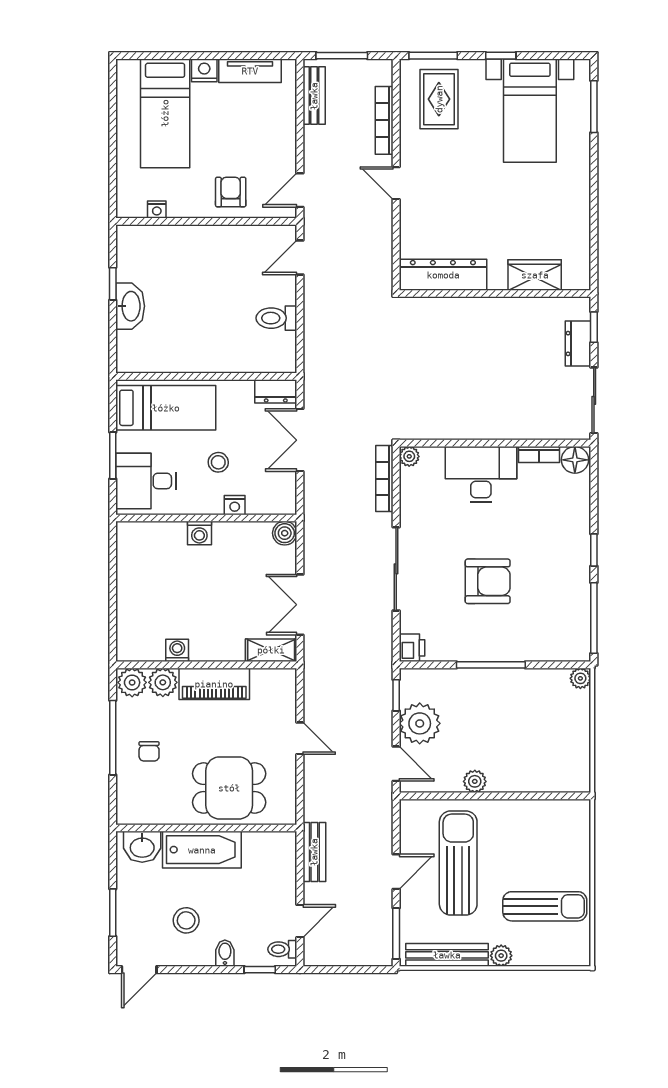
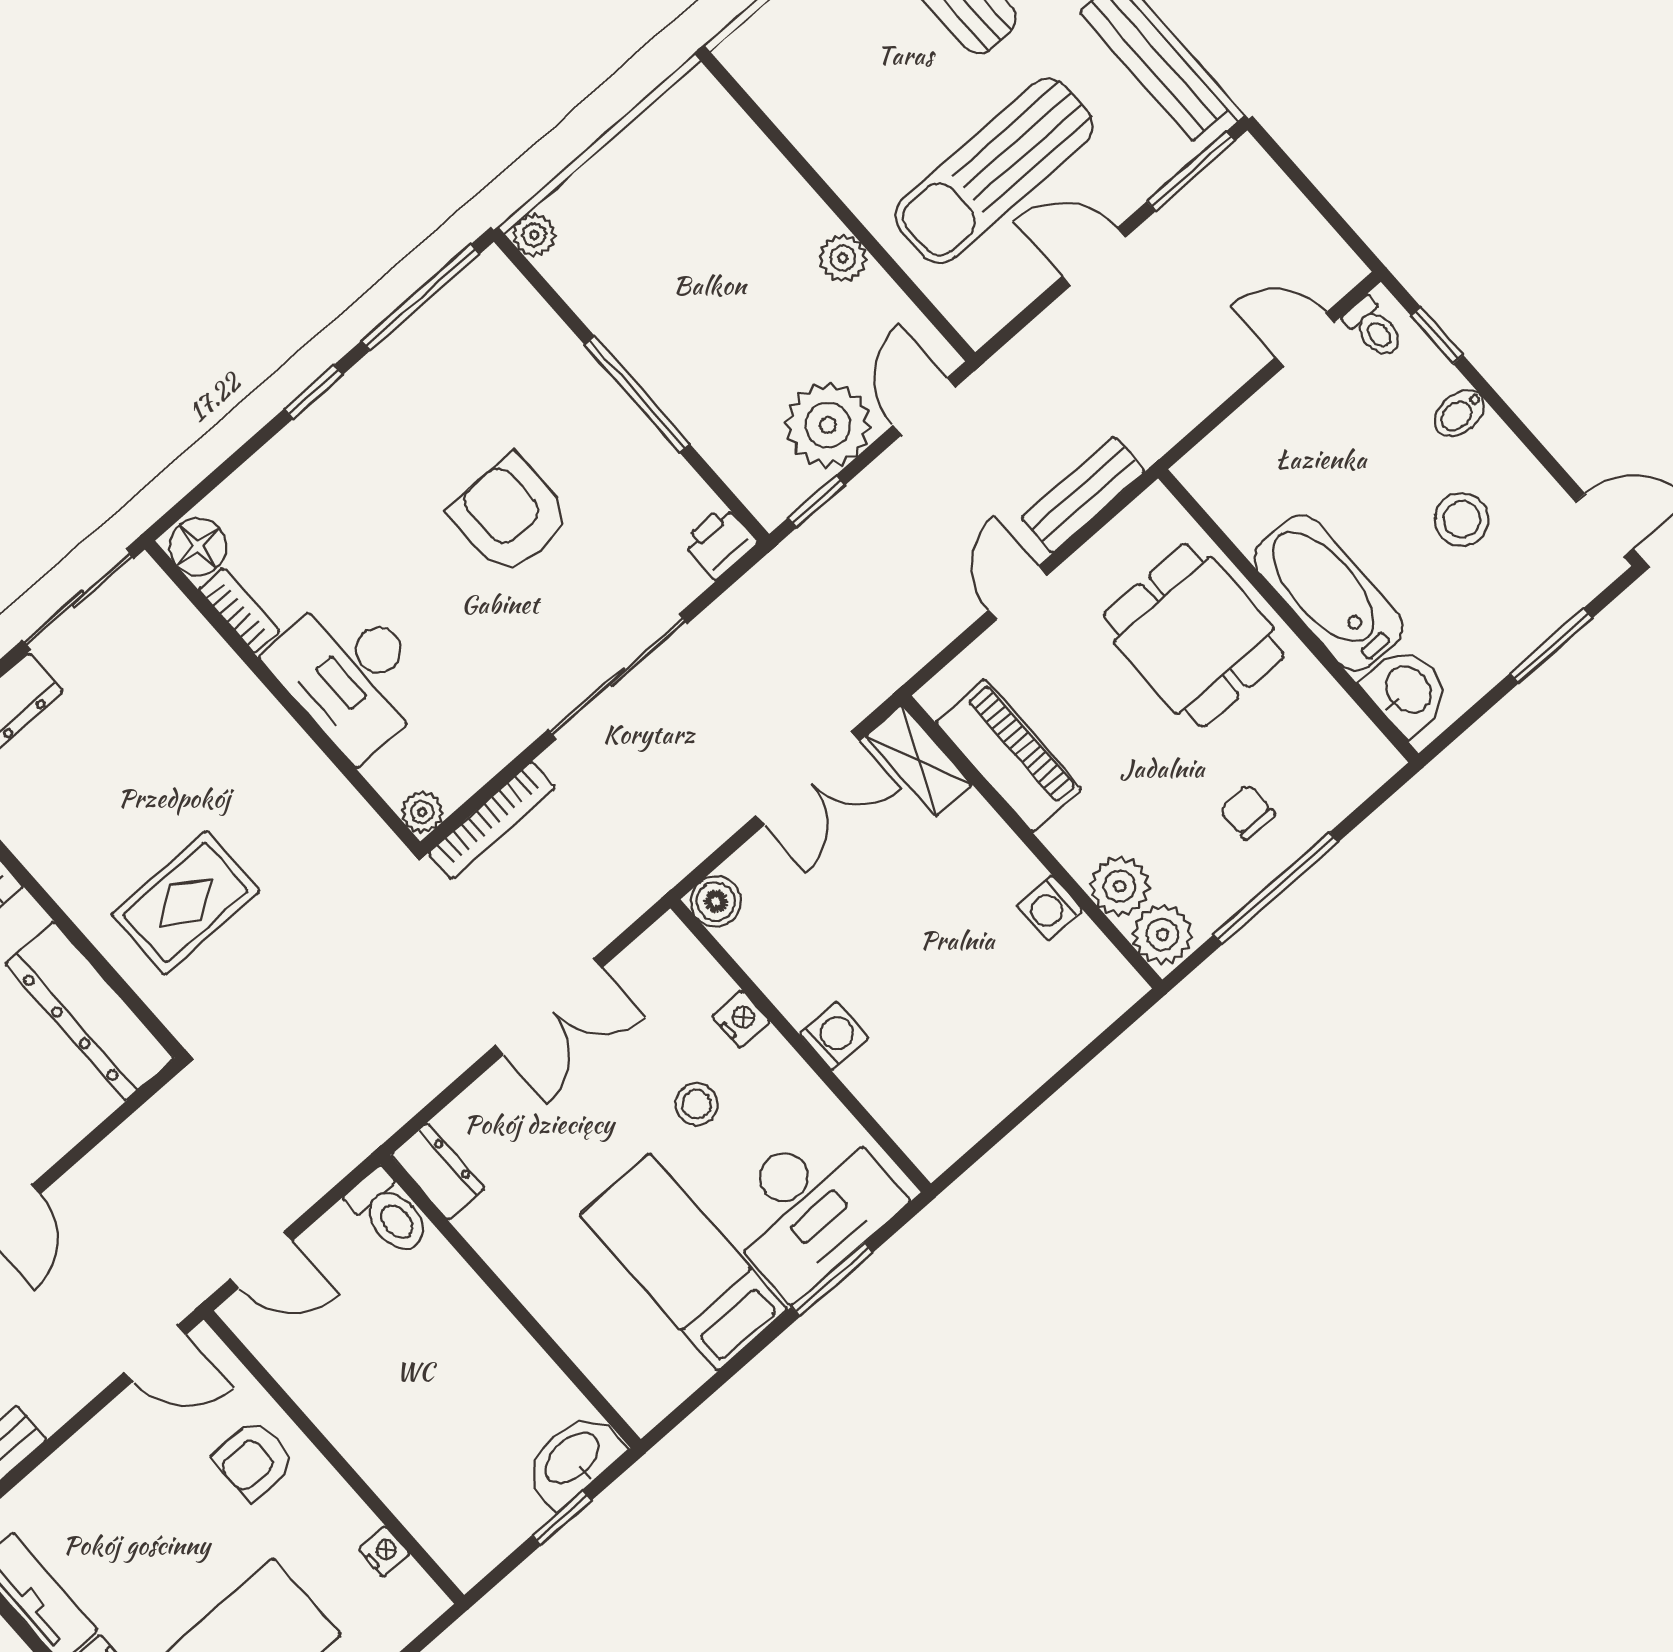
rug: (451, 343) -> (185, 903), added
wall: (206, 376) -> (511, 1302), moved
dresser: (276, 391) -> (438, 1172), moved
desk: (146, 481) -> (810, 1206), width x1.37
piano: (214, 684) -> (1009, 756), moved
chair: (149, 751) -> (1247, 812), turned -90
bench: (314, 852) -> (1083, 495), moved

